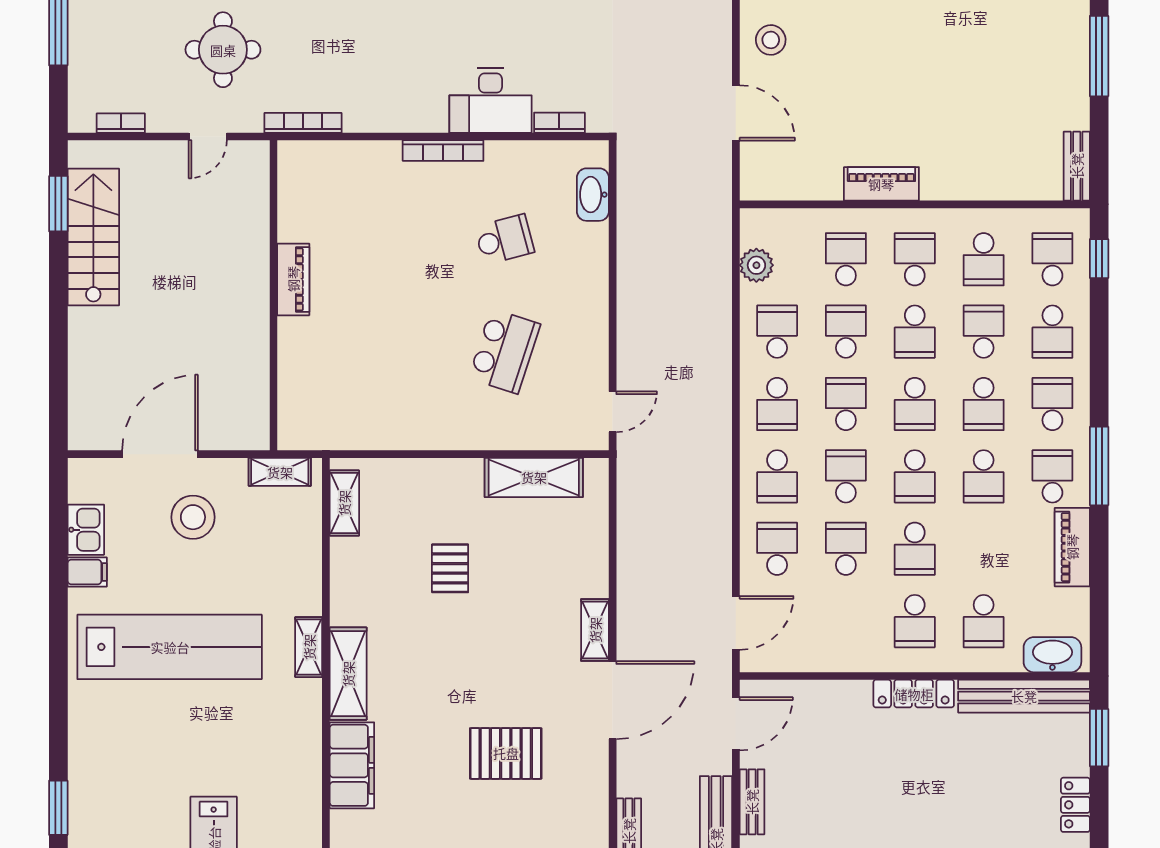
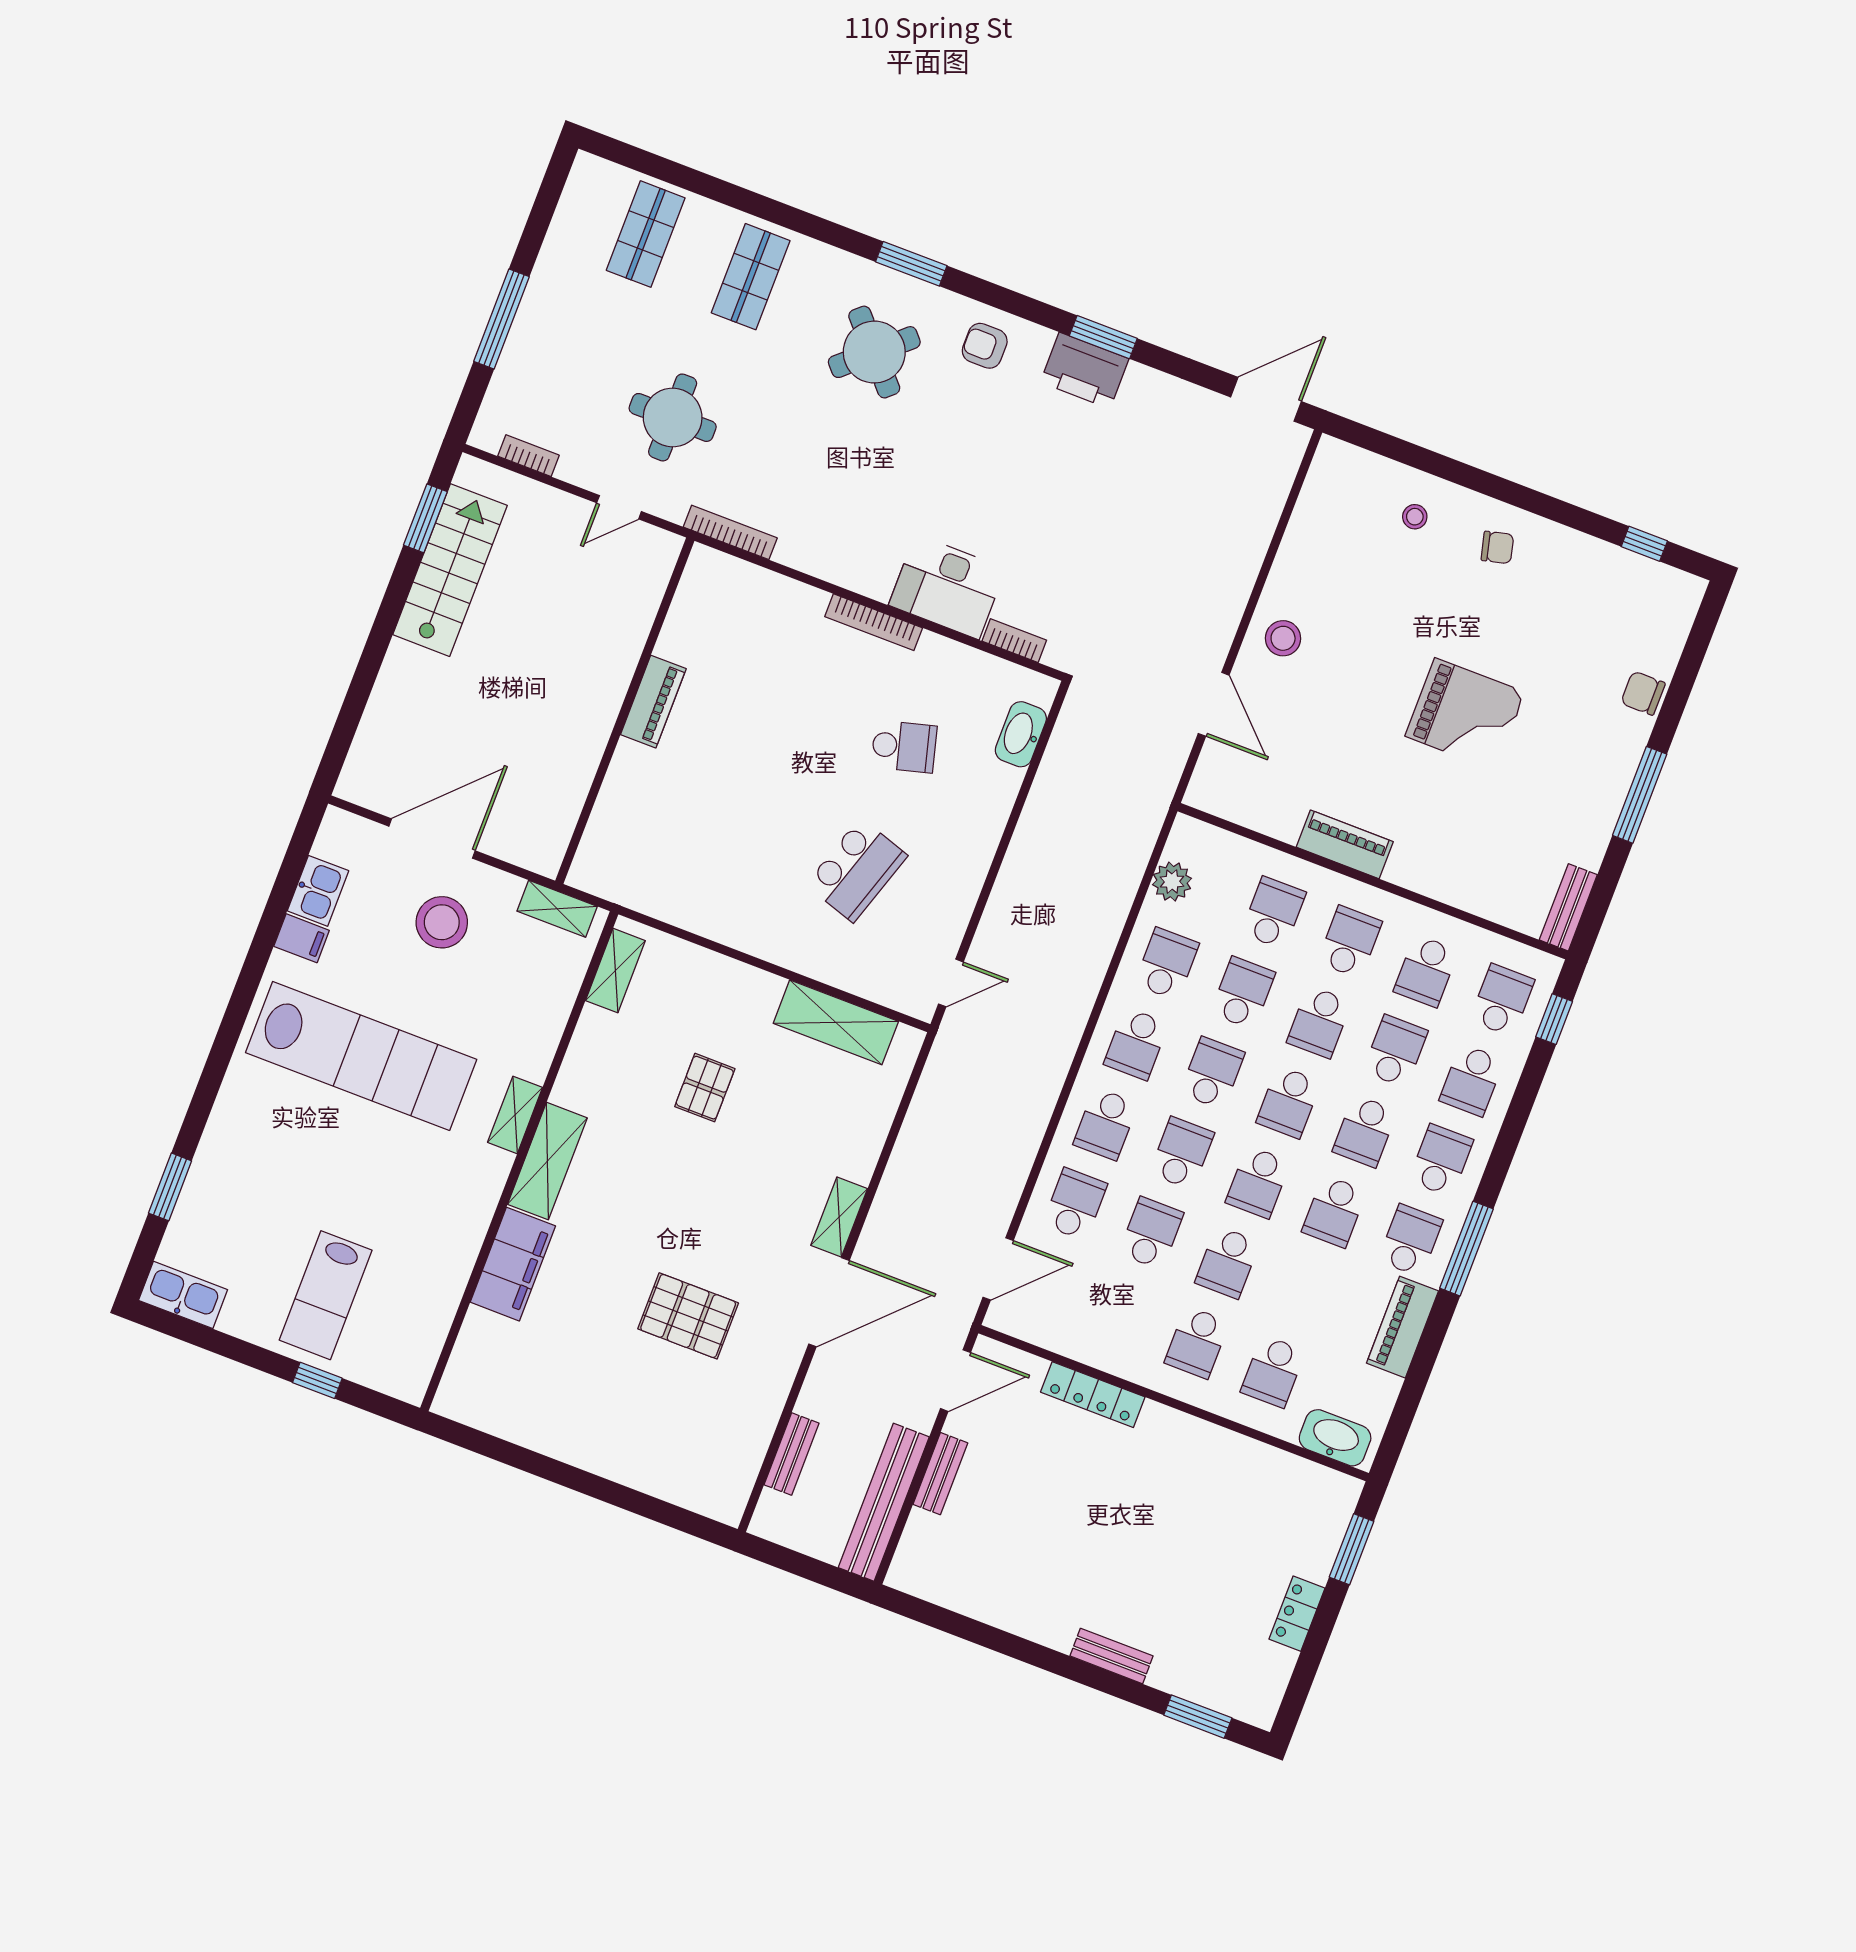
grand piano: (937, 45) -> (1465, 714), added
locker: (914, 694) -> (1093, 1395), moved
bench: (1024, 696) -> (1286, 1472), removed

